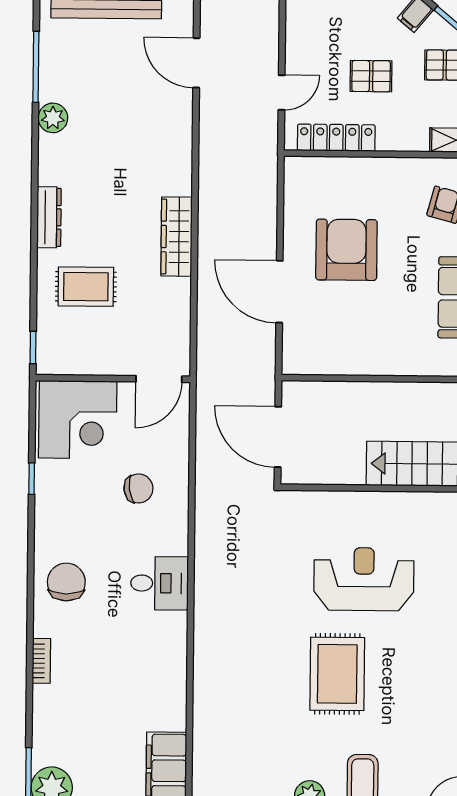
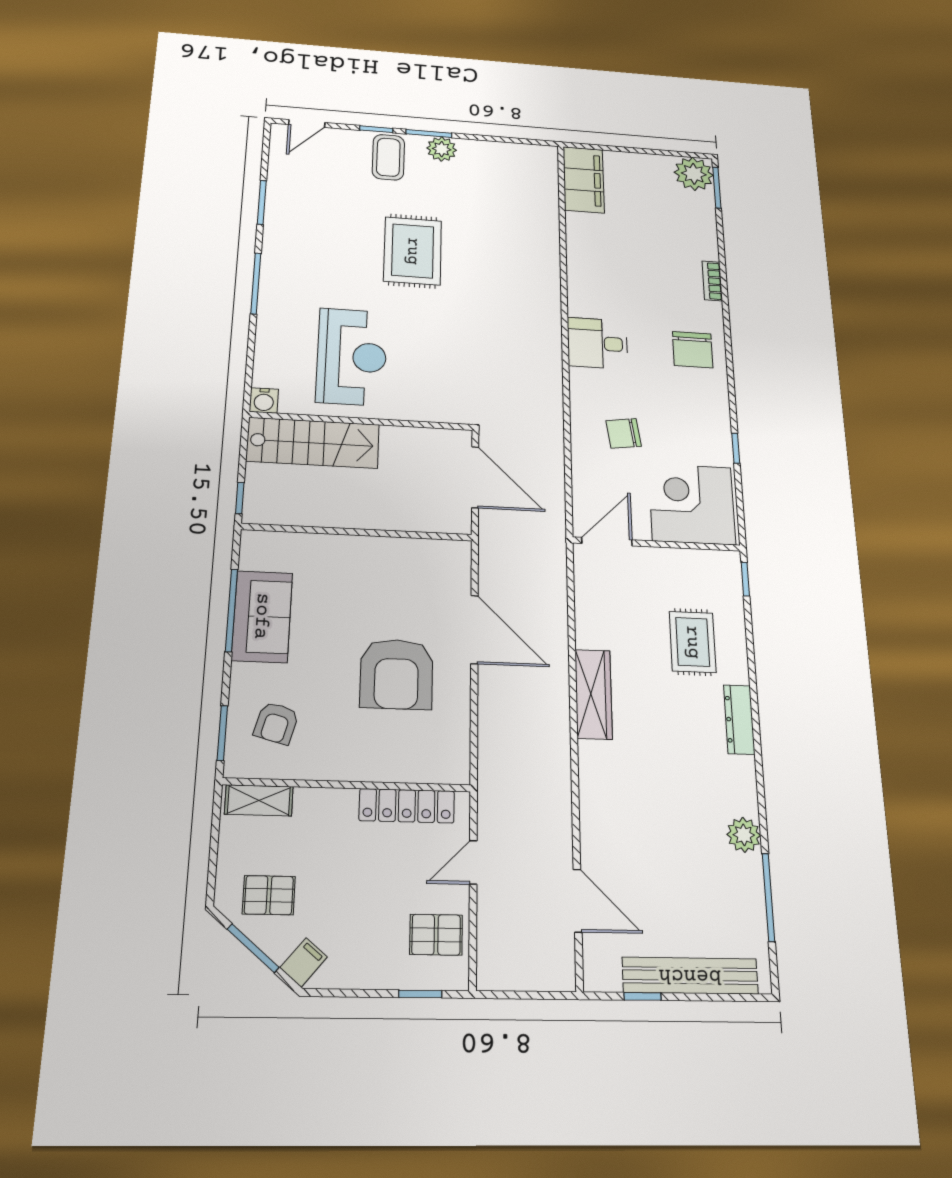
pallet: (371, 76) -> (436, 935), moved
rug: (86, 287) -> (693, 642), turned 90
reception desk: (364, 579) -> (352, 357), moved, turned -90

